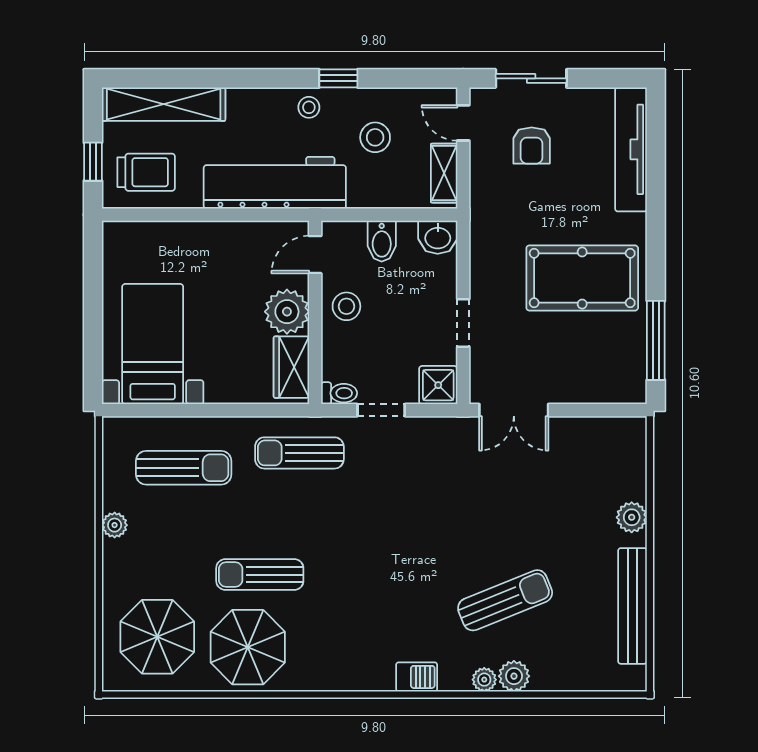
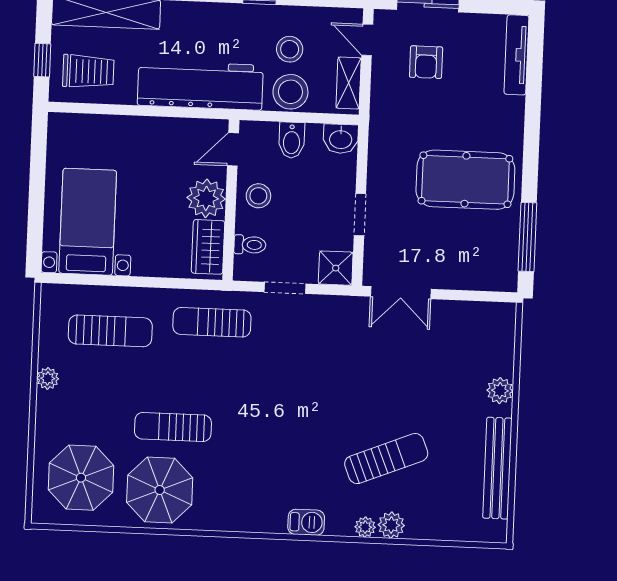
stool: (309, 107) -> (290, 92), moved, width x1.89, depth x1.89
tv unit: (631, 149) -> (516, 55), width x0.73, depth x0.78
toilet: (339, 393) -> (250, 245), moved

